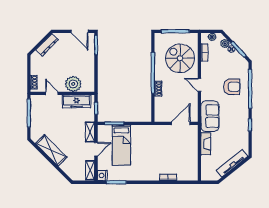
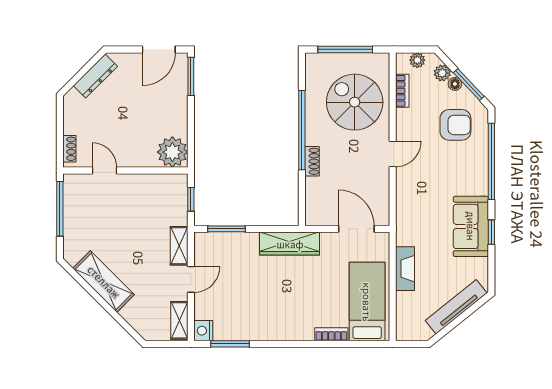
door: (80, 31) -> (159, 49), hinge flipped
plant: (73, 84) -> (172, 152), moved
door: (199, 85) -> (393, 154), swing flipped
armchair: (232, 87) -> (455, 125), moved
freezer: (77, 101) -> (153, 186), removed
sofa: (210, 116) -> (471, 226), moved, turned 180
door: (181, 123) -> (356, 229), hinge flipped
wardrobe: (147, 131) -> (290, 244), added
bed: (121, 145) -> (367, 302), moved, turned 180

